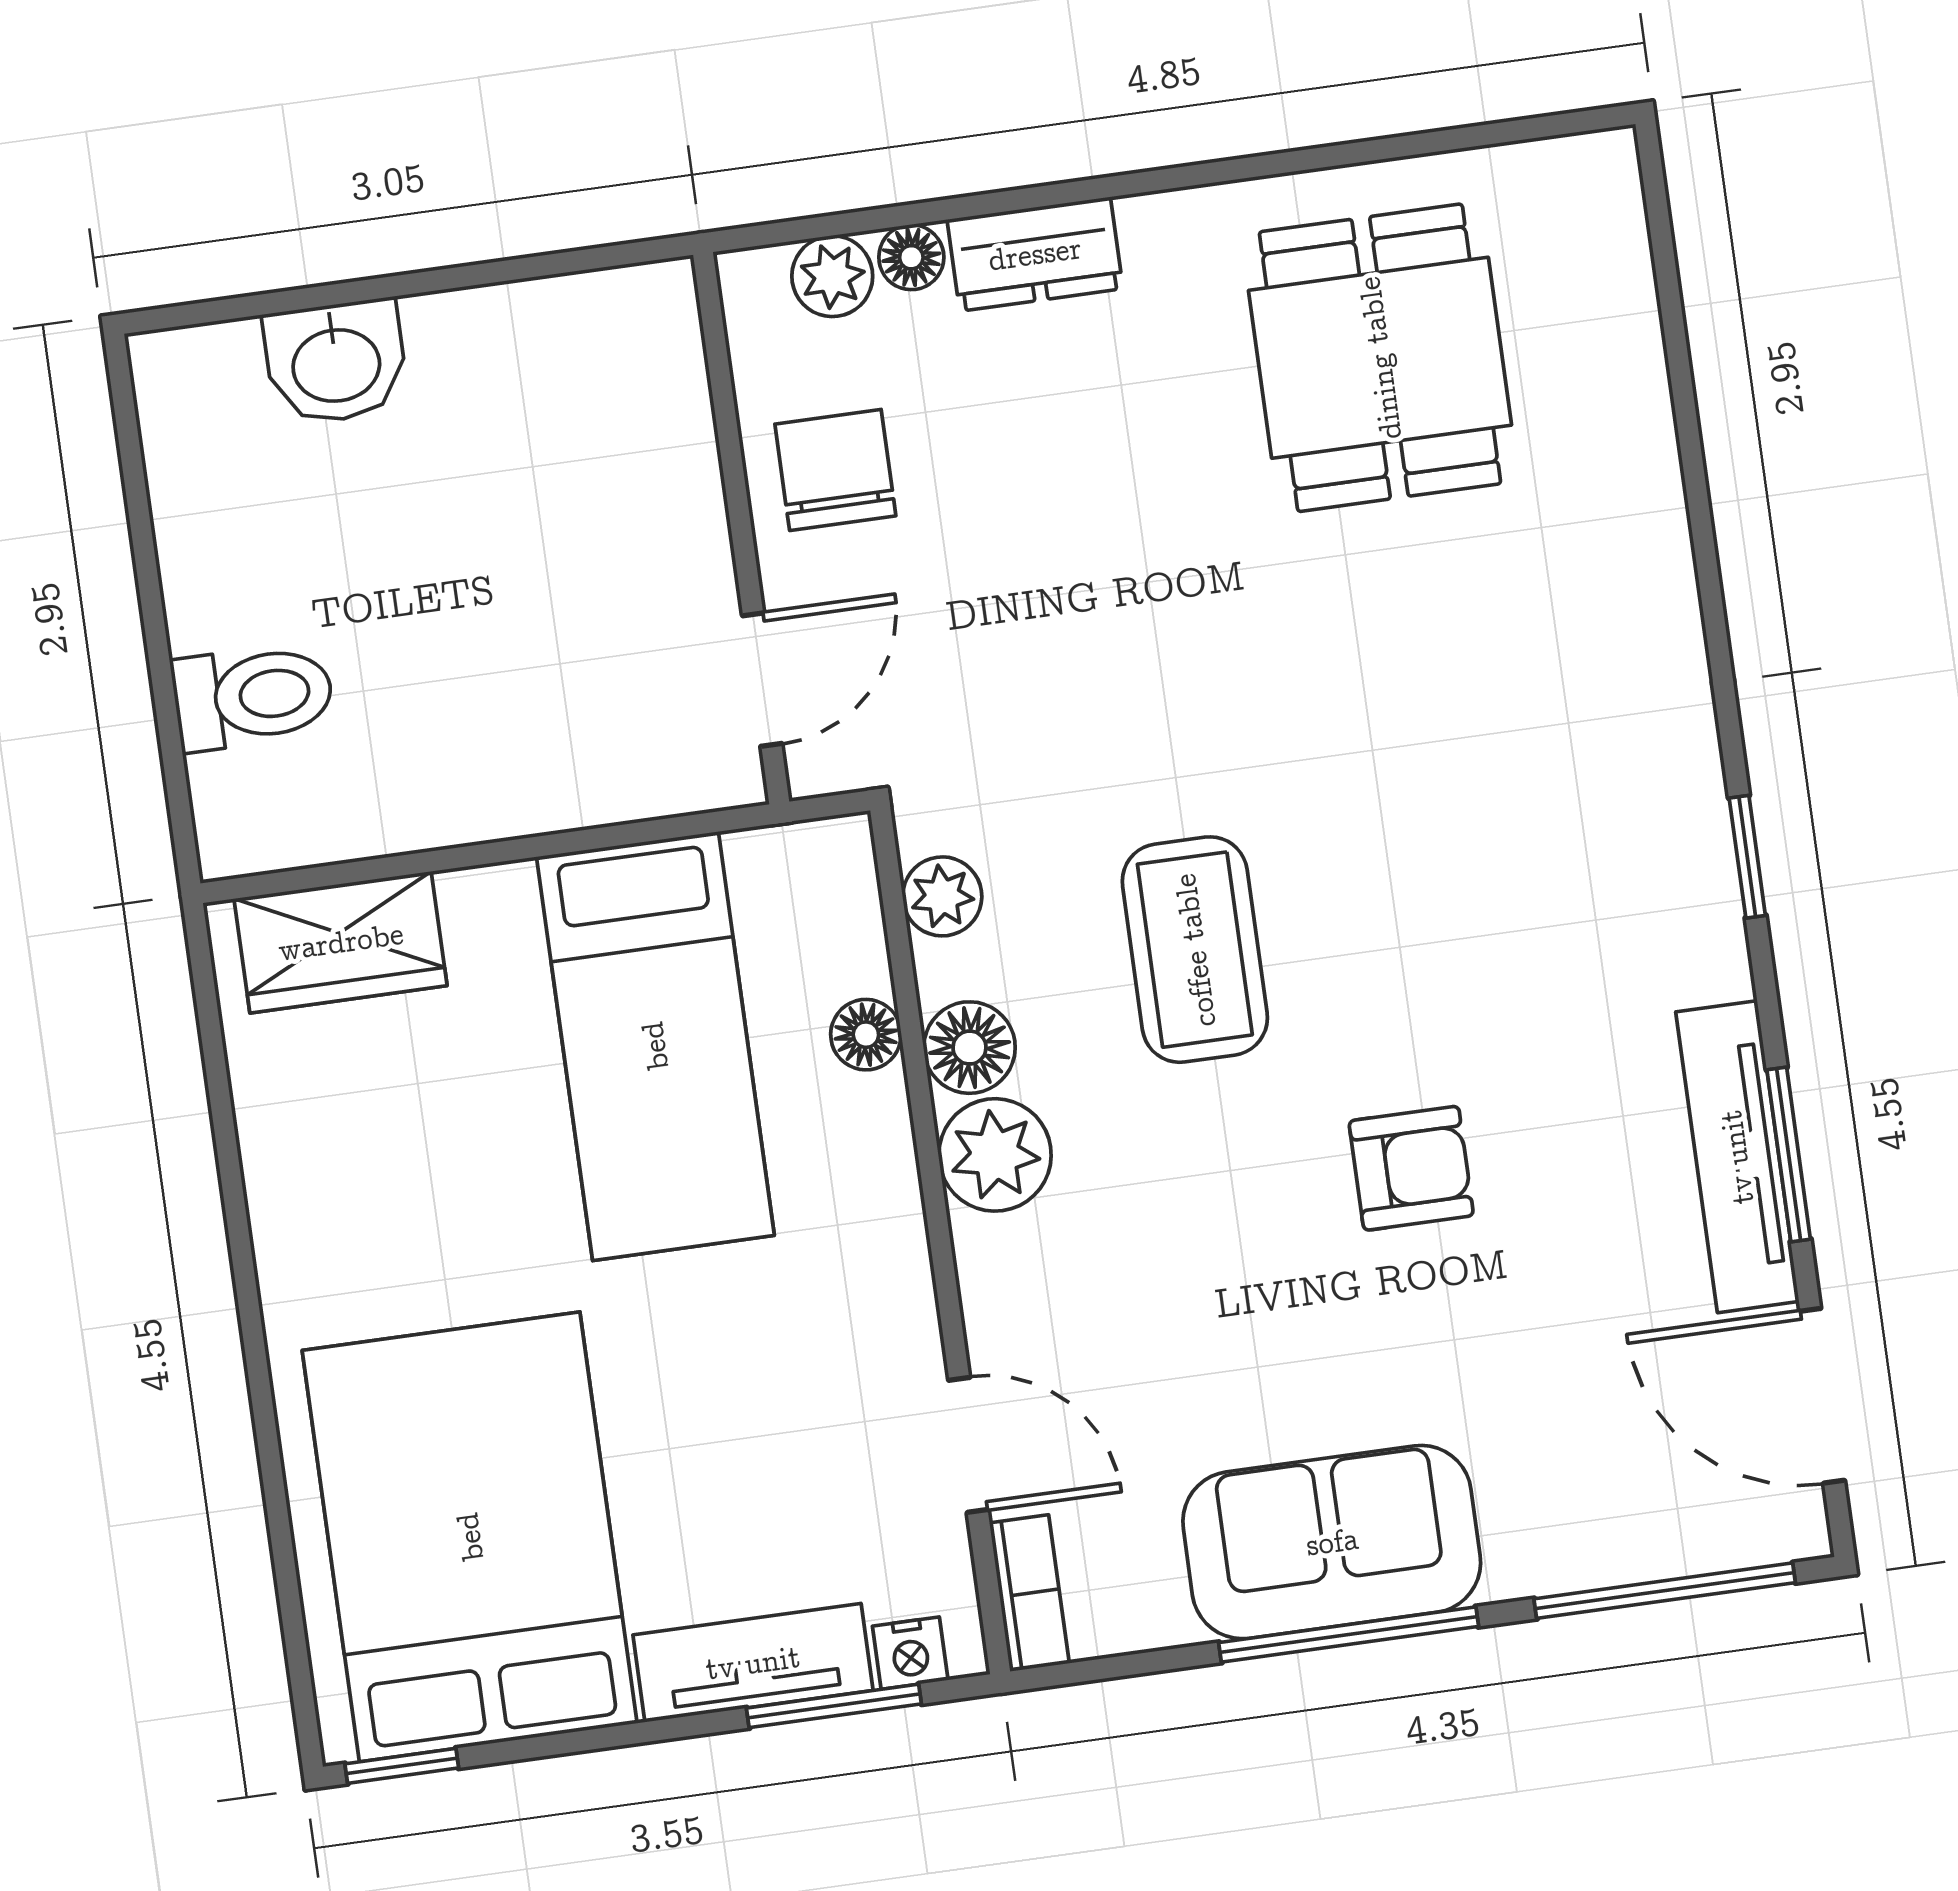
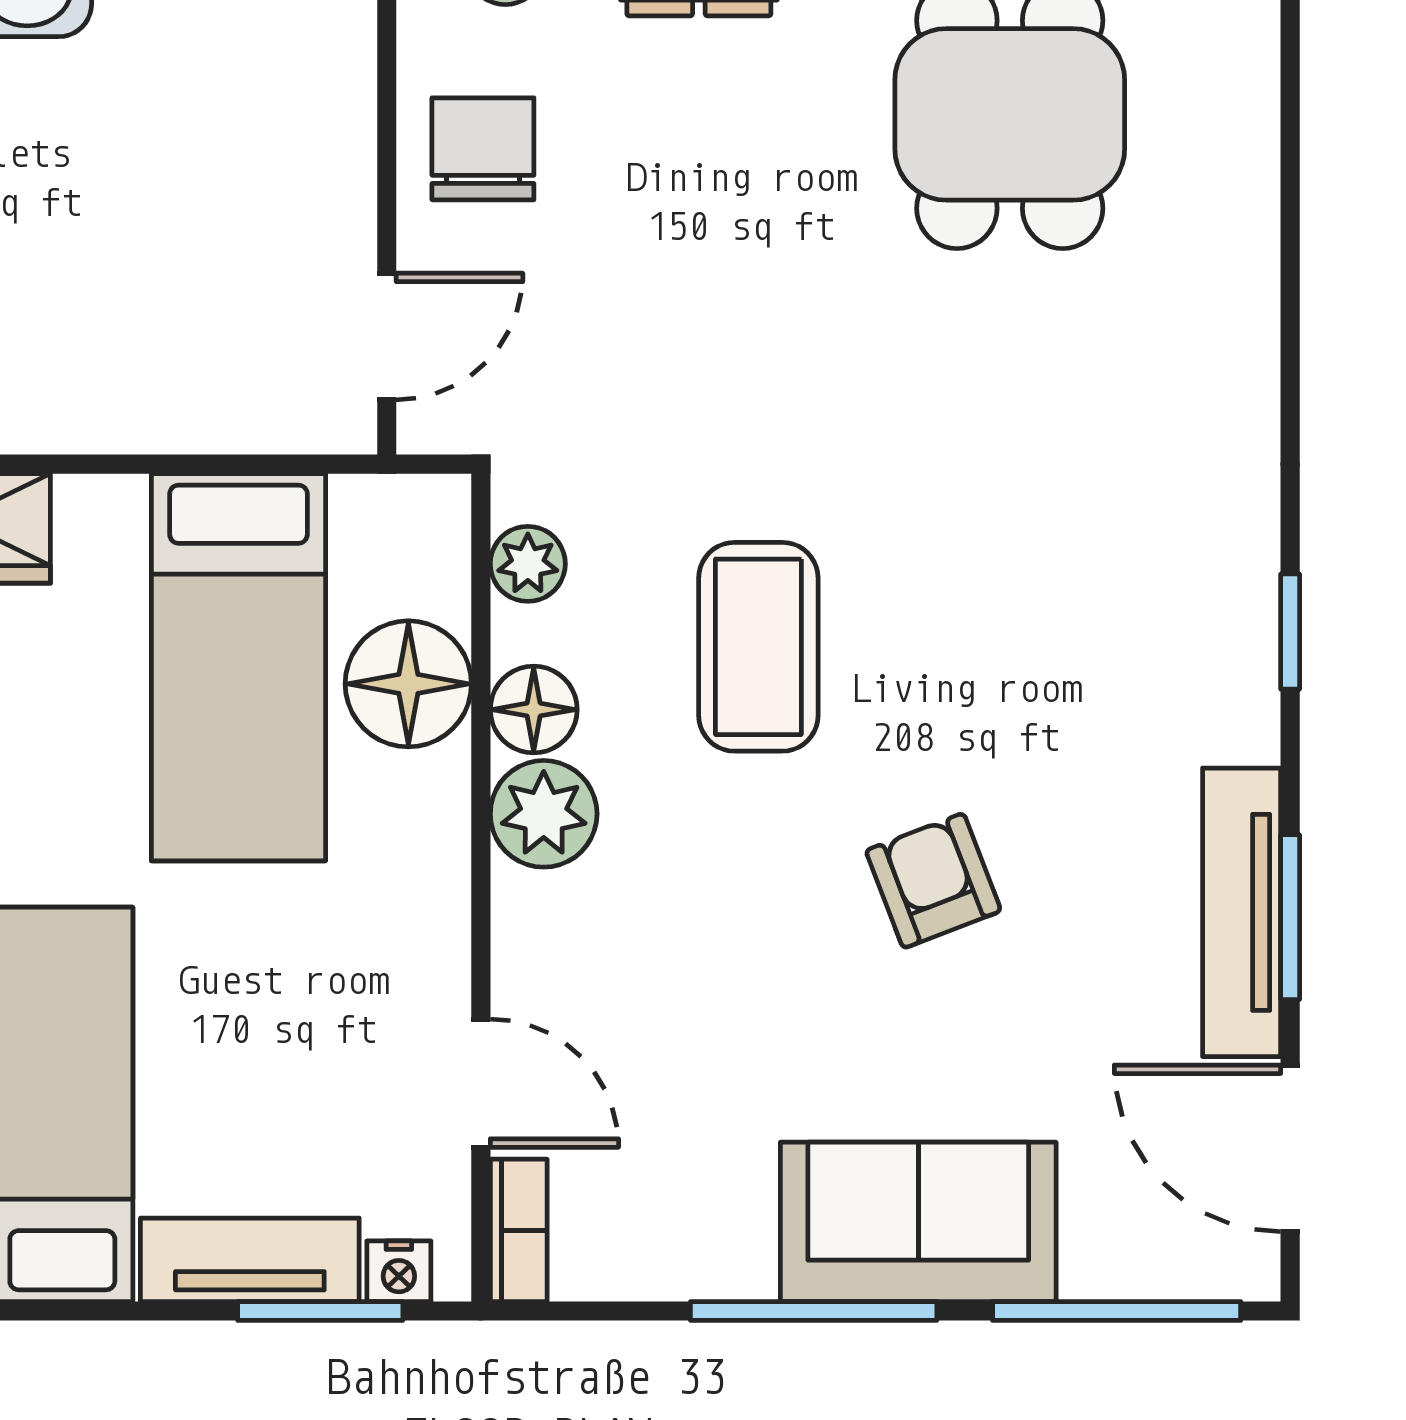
floor lamp: (866, 1035) -> (408, 684), width x1.89, depth x1.89
armchair: (1411, 1168) -> (933, 881), turned -111
sofa: (1332, 1542) -> (918, 1222), moved

